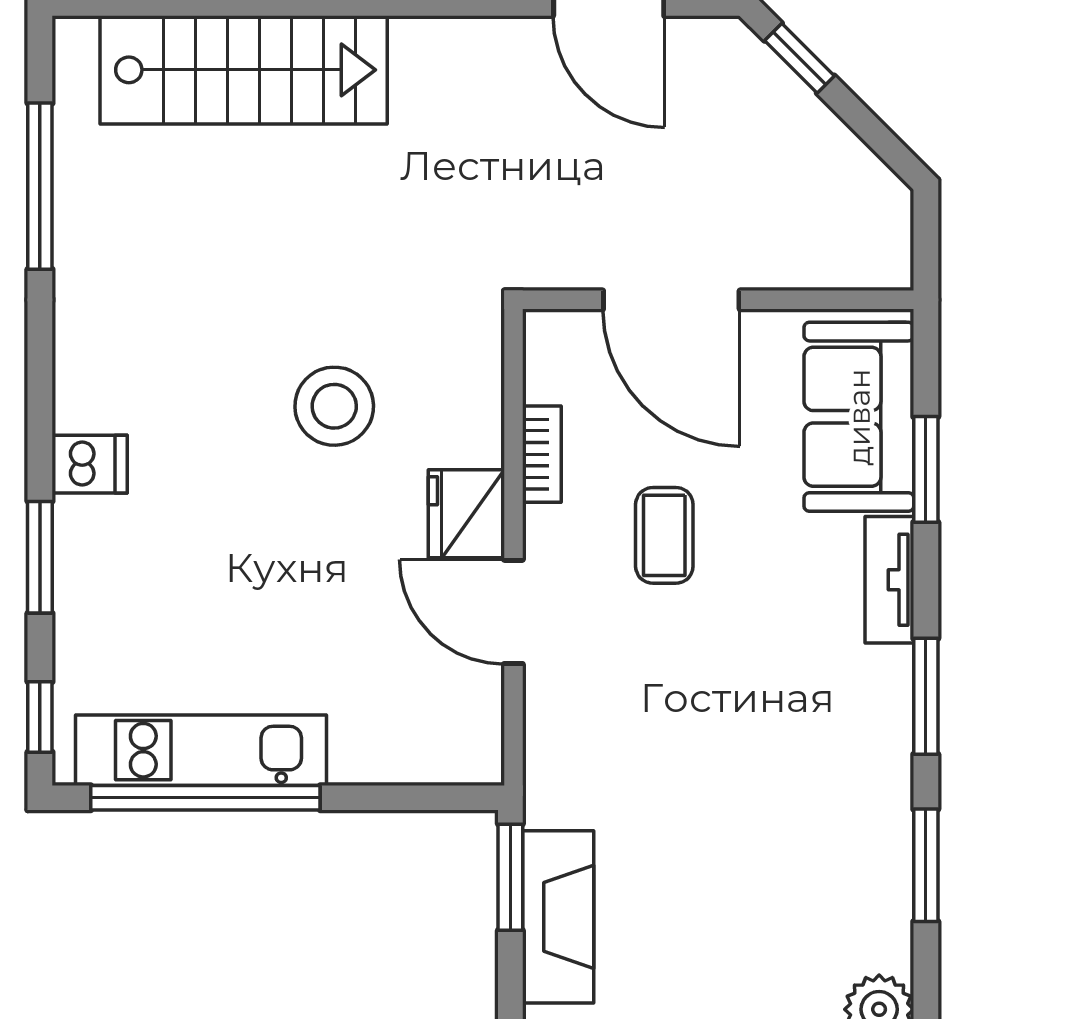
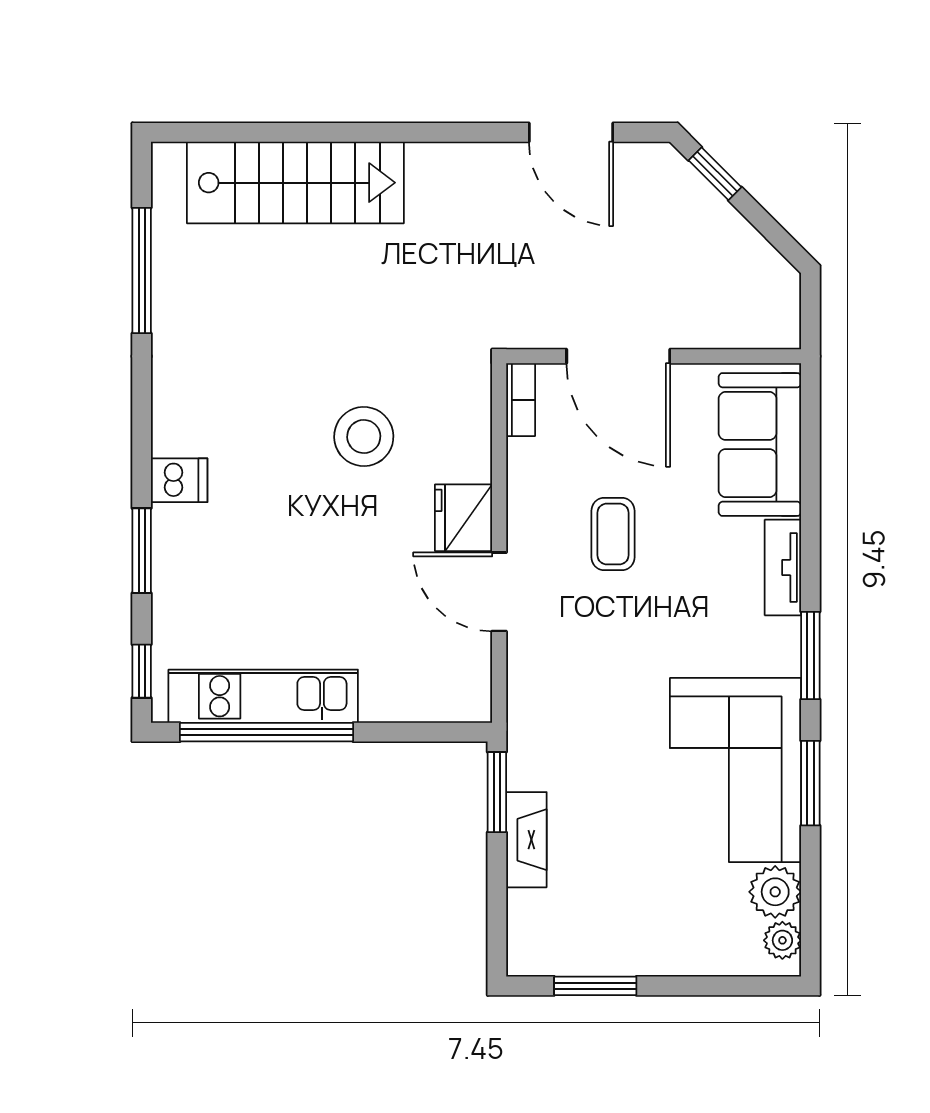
bookcase: (542, 454) -> (521, 400), moved
window: (926, 469) -> (810, 484), removed
corner sofa: (827, 848) -> (736, 770), added
fireplace: (558, 917) -> (526, 840), width x0.73, depth x0.76

